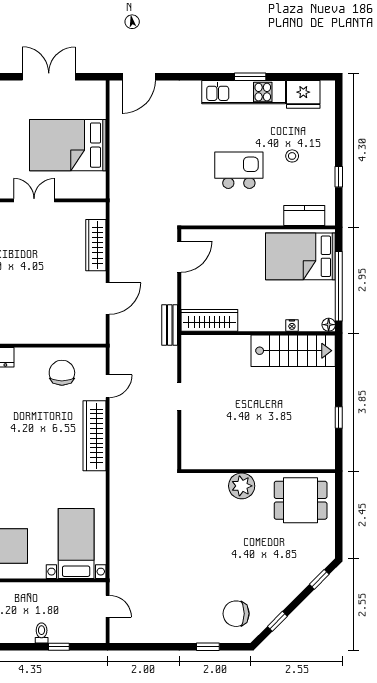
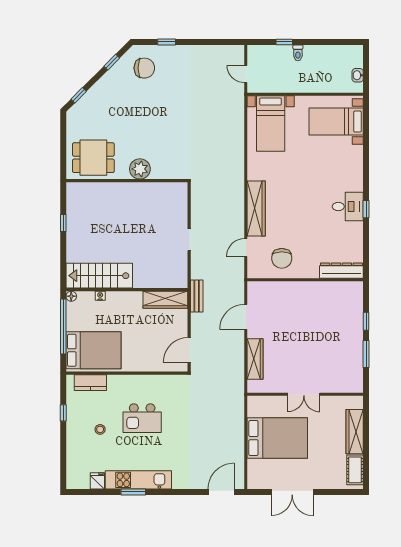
fridge: (303, 94) -> (97, 481), width x0.53, depth x0.75

